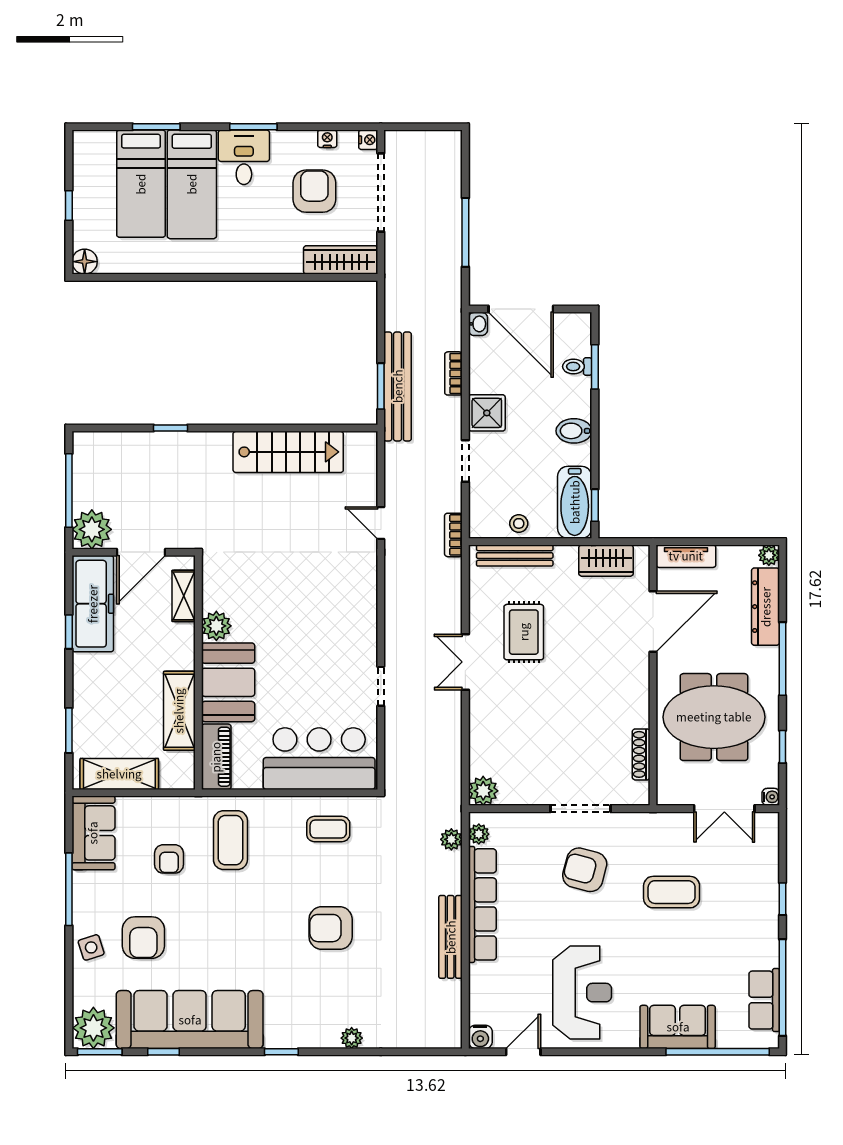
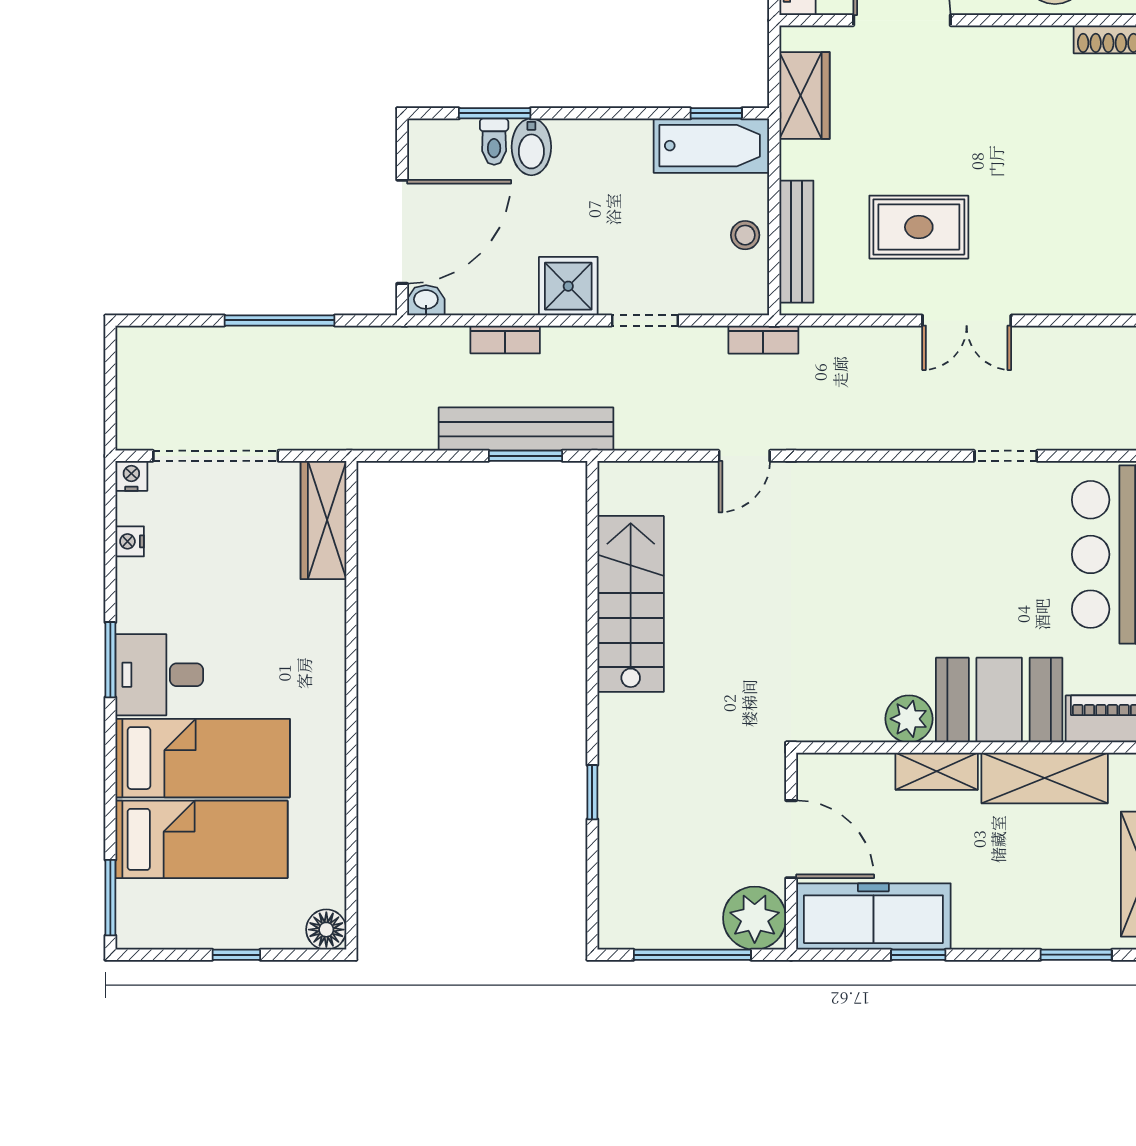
window: (156, 127) -> (110, 898), moved
armchair: (314, 191) -> (214, 562), removed
bidet: (574, 431) -> (531, 147), moved
shelving: (184, 596) -> (937, 771), moved

